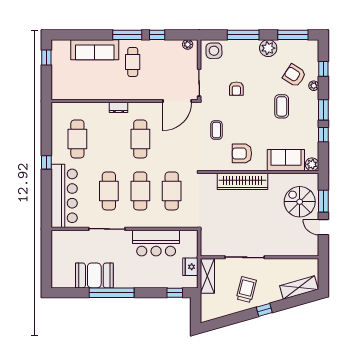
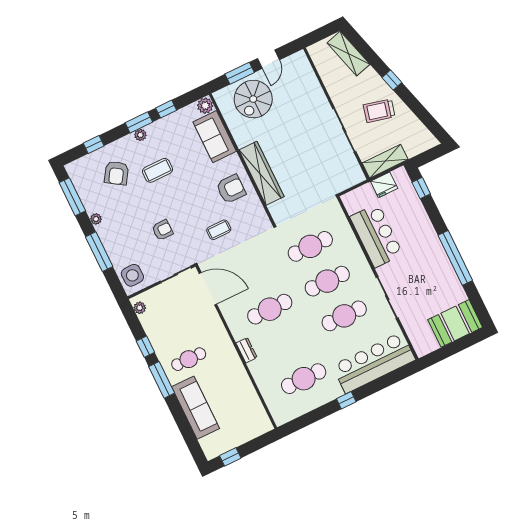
plant: (268, 48) -> (96, 219), width x0.53, depth x0.53
plant: (314, 86) -> (140, 135), moved
armchair: (242, 153) -> (231, 189), turned -90
booth: (94, 275) -> (455, 323), moved, turned 90

